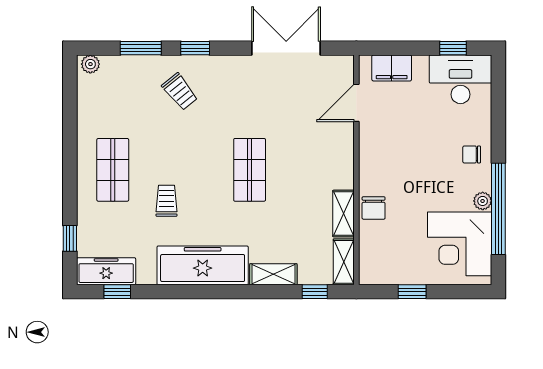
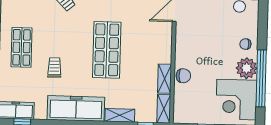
shop shelf: (250, 170) -> (107, 50), width x1.43, depth x1.36
plant: (483, 201) -> (247, 68), width x1.87, depth x1.87
chair: (374, 208) -> (183, 76), turned -90

